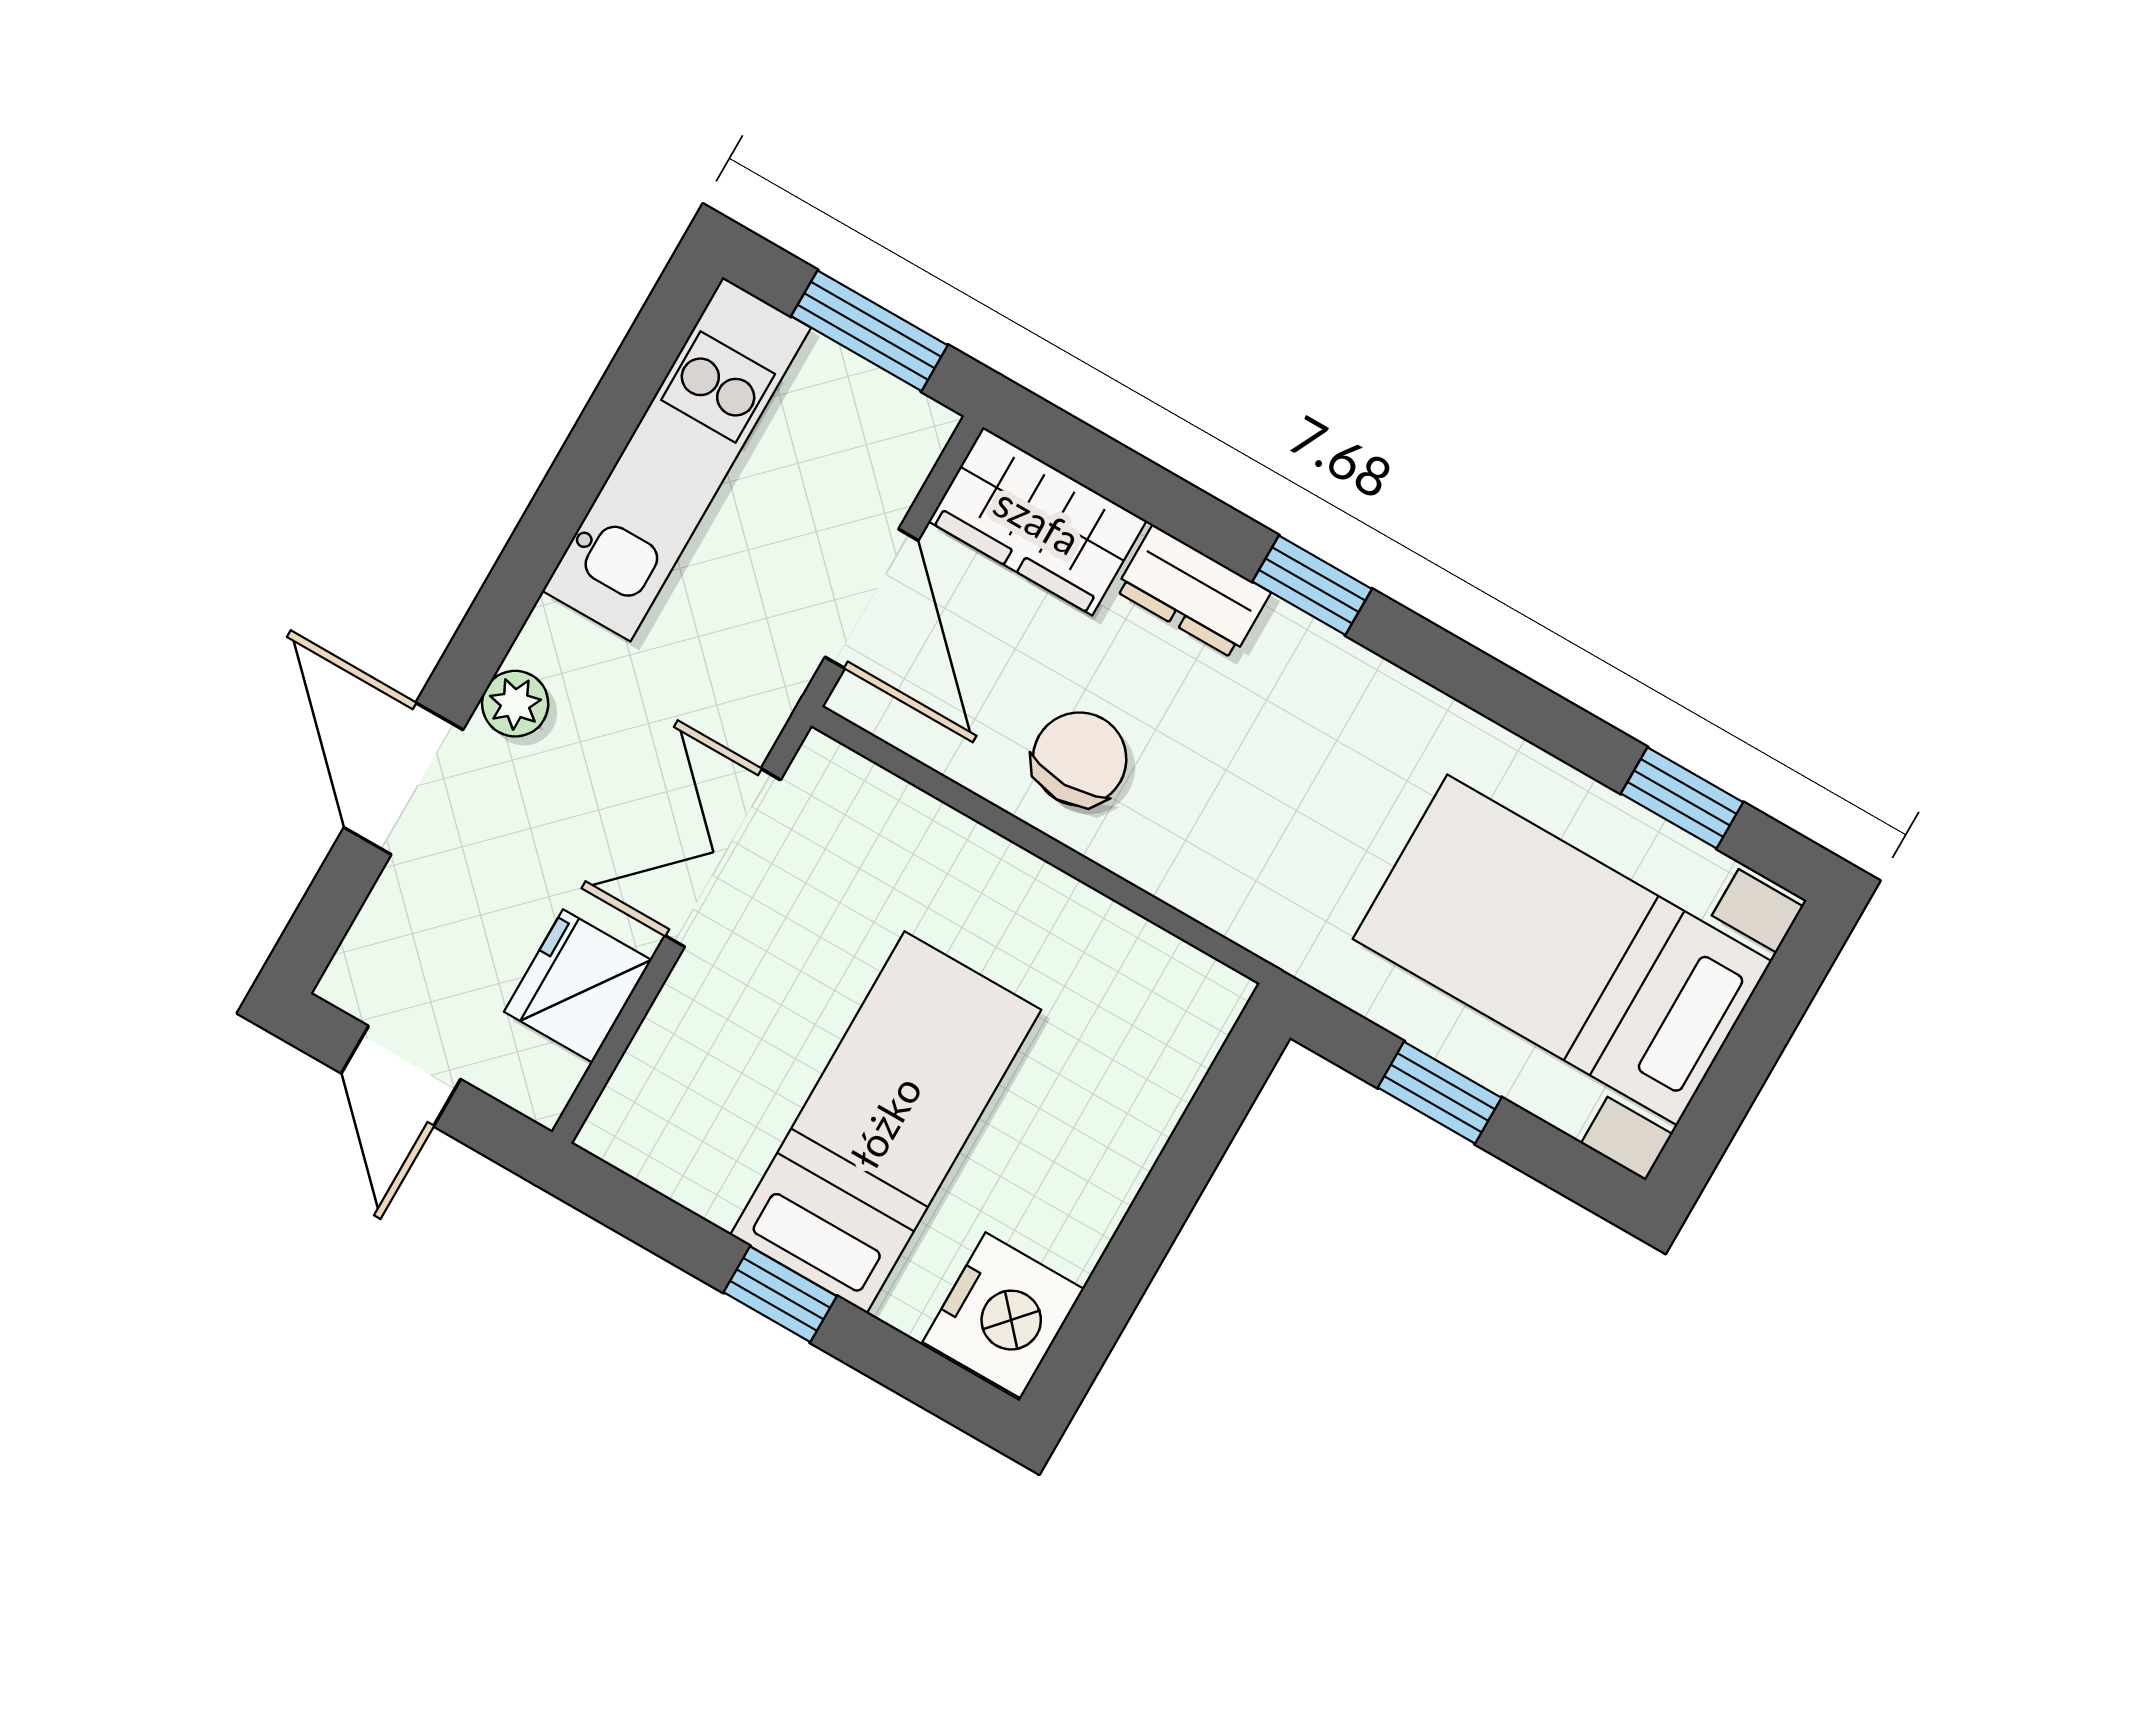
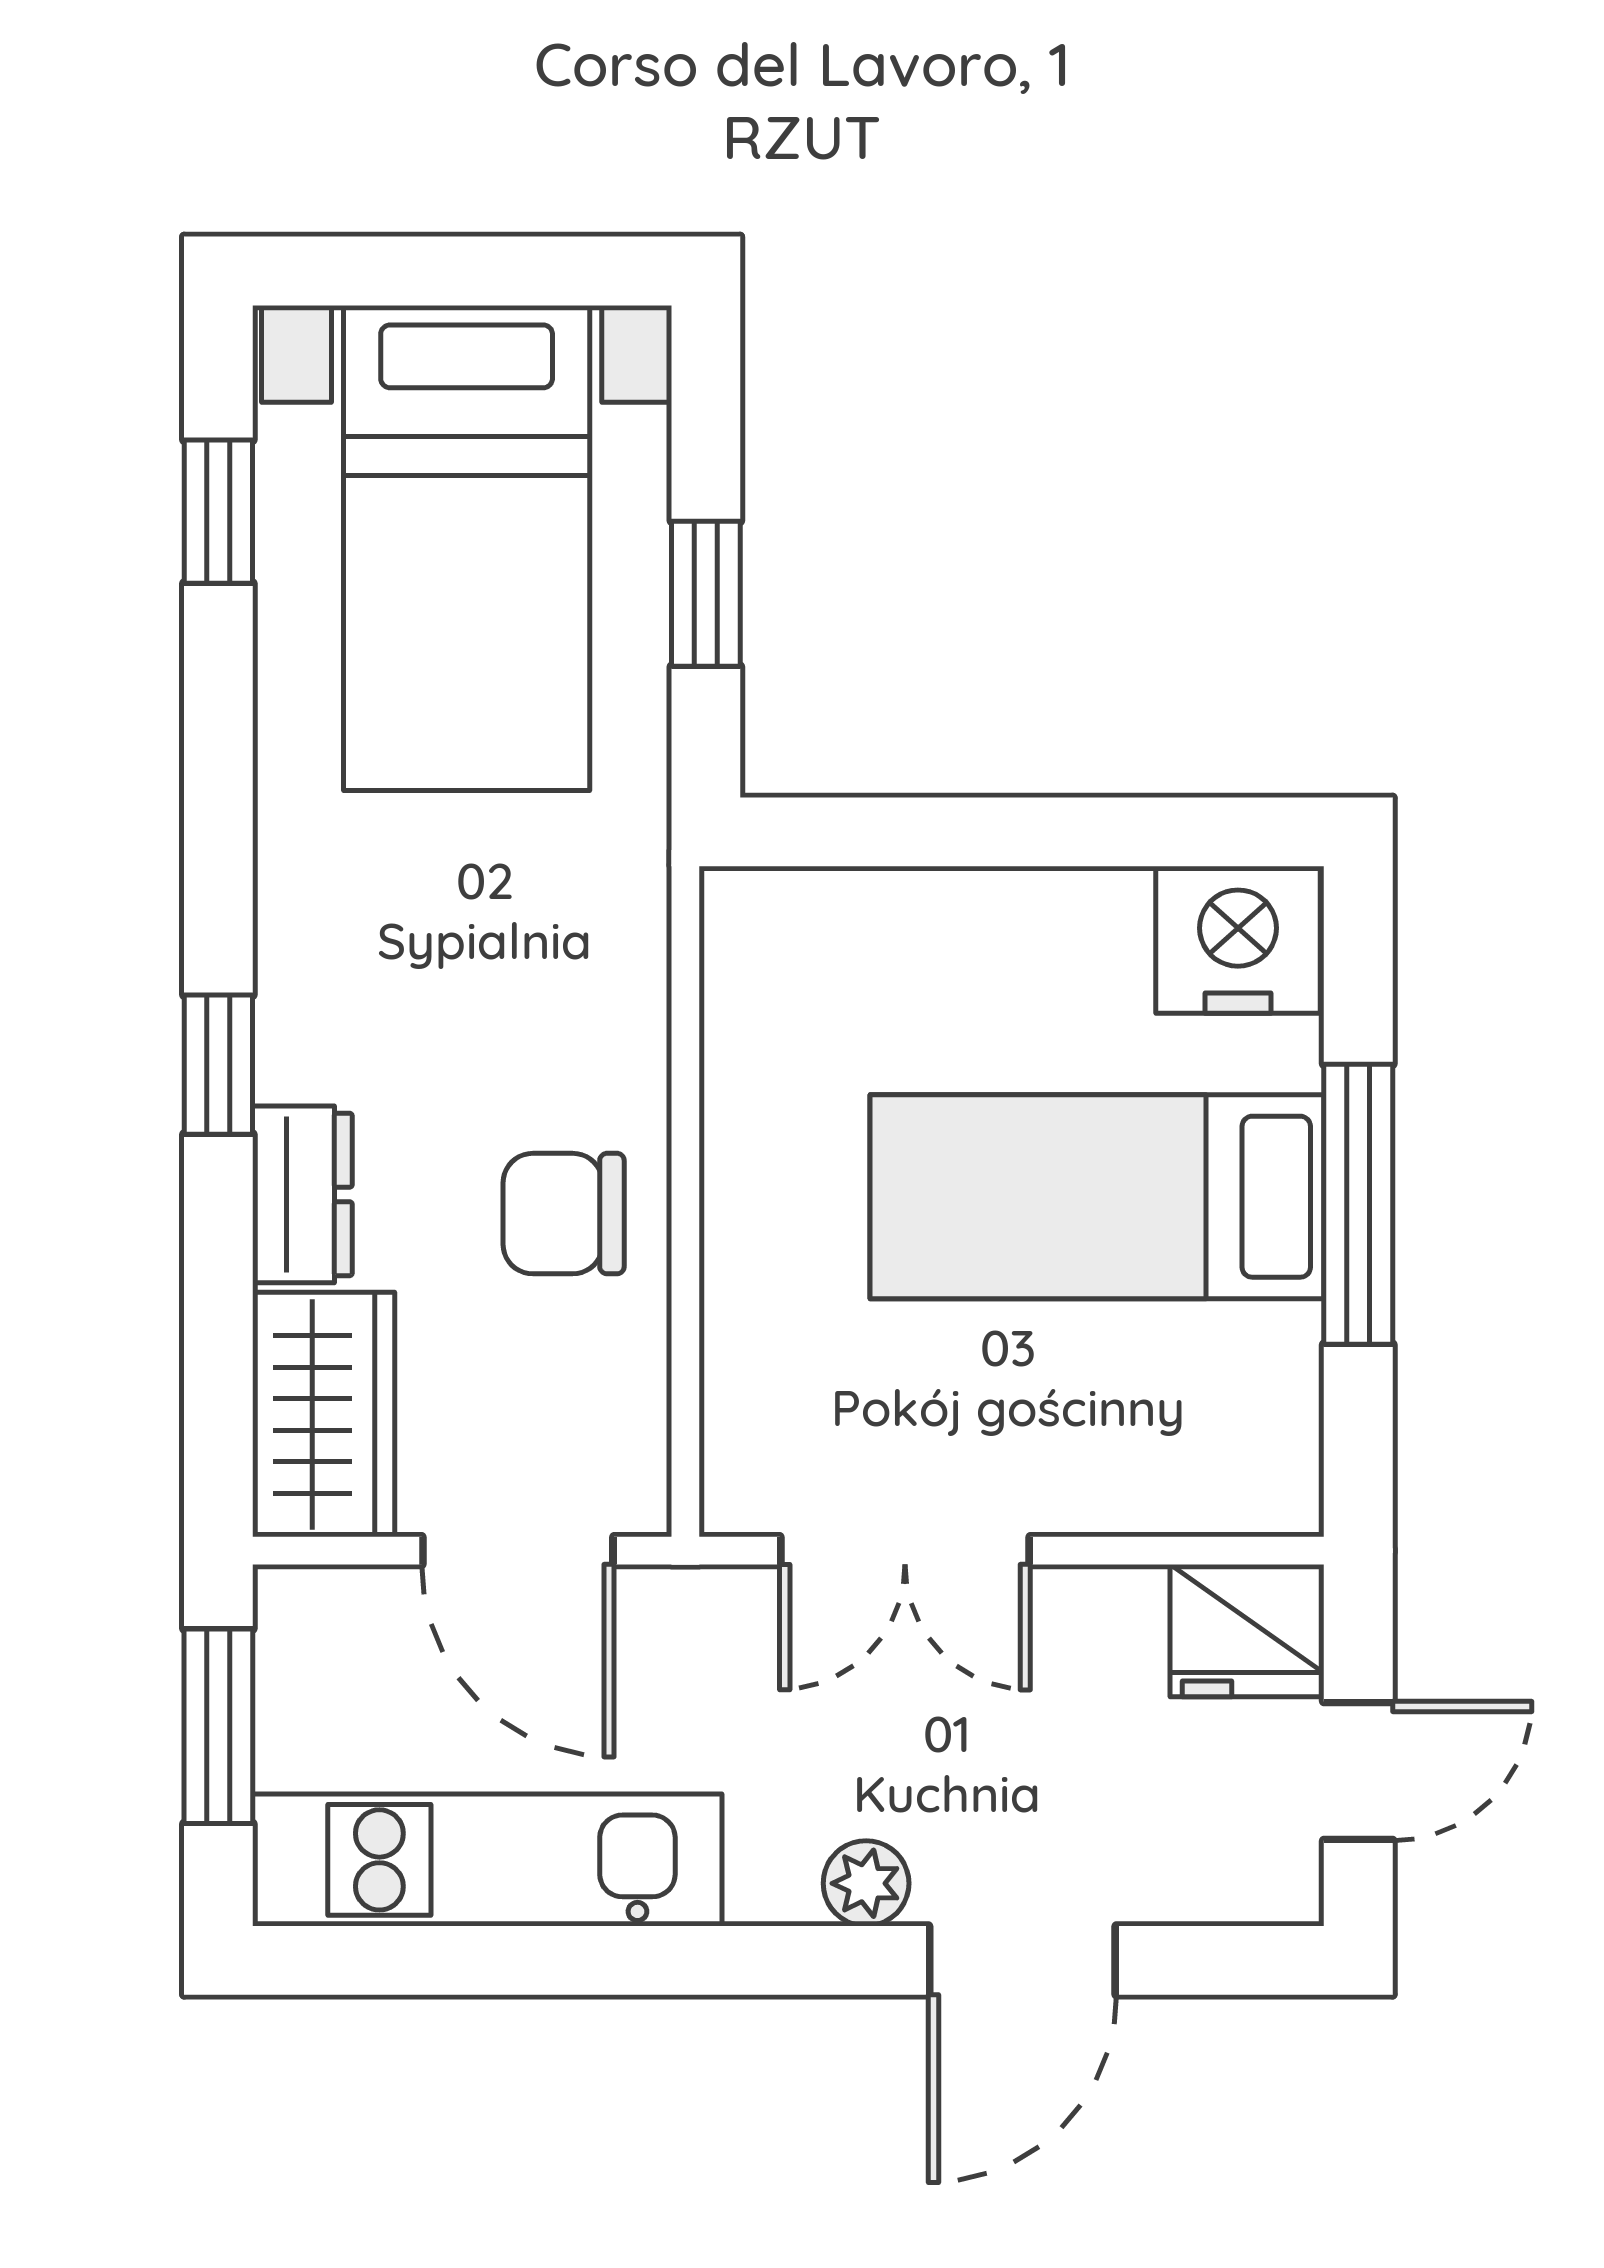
door: (872, 599) -> (518, 1551), swing flipped
fridge: (578, 986) -> (1247, 1631), moved
window: (780, 1294) -> (1358, 1204), width x2.17

